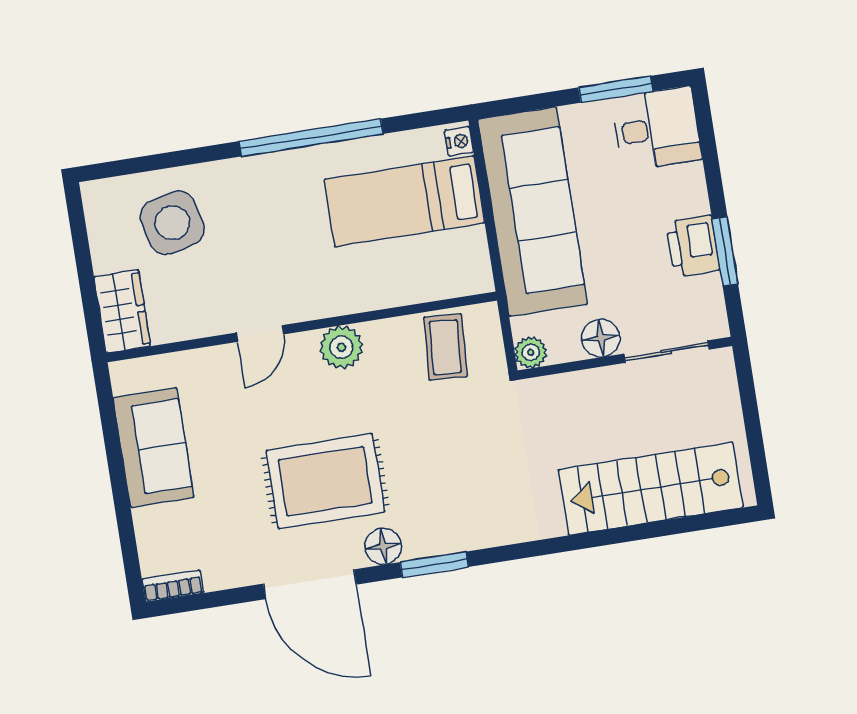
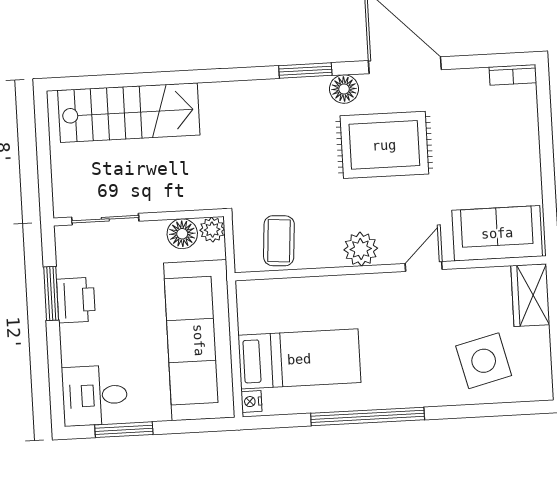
floor lamp: (601, 338) -> (182, 234), moved
sofa: (154, 447) -> (497, 233), moved, turned 90

